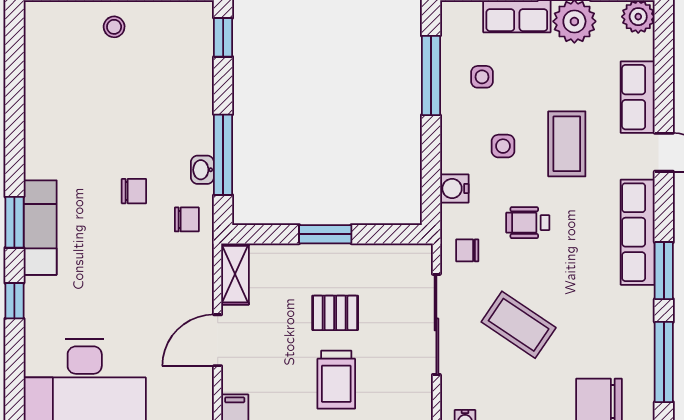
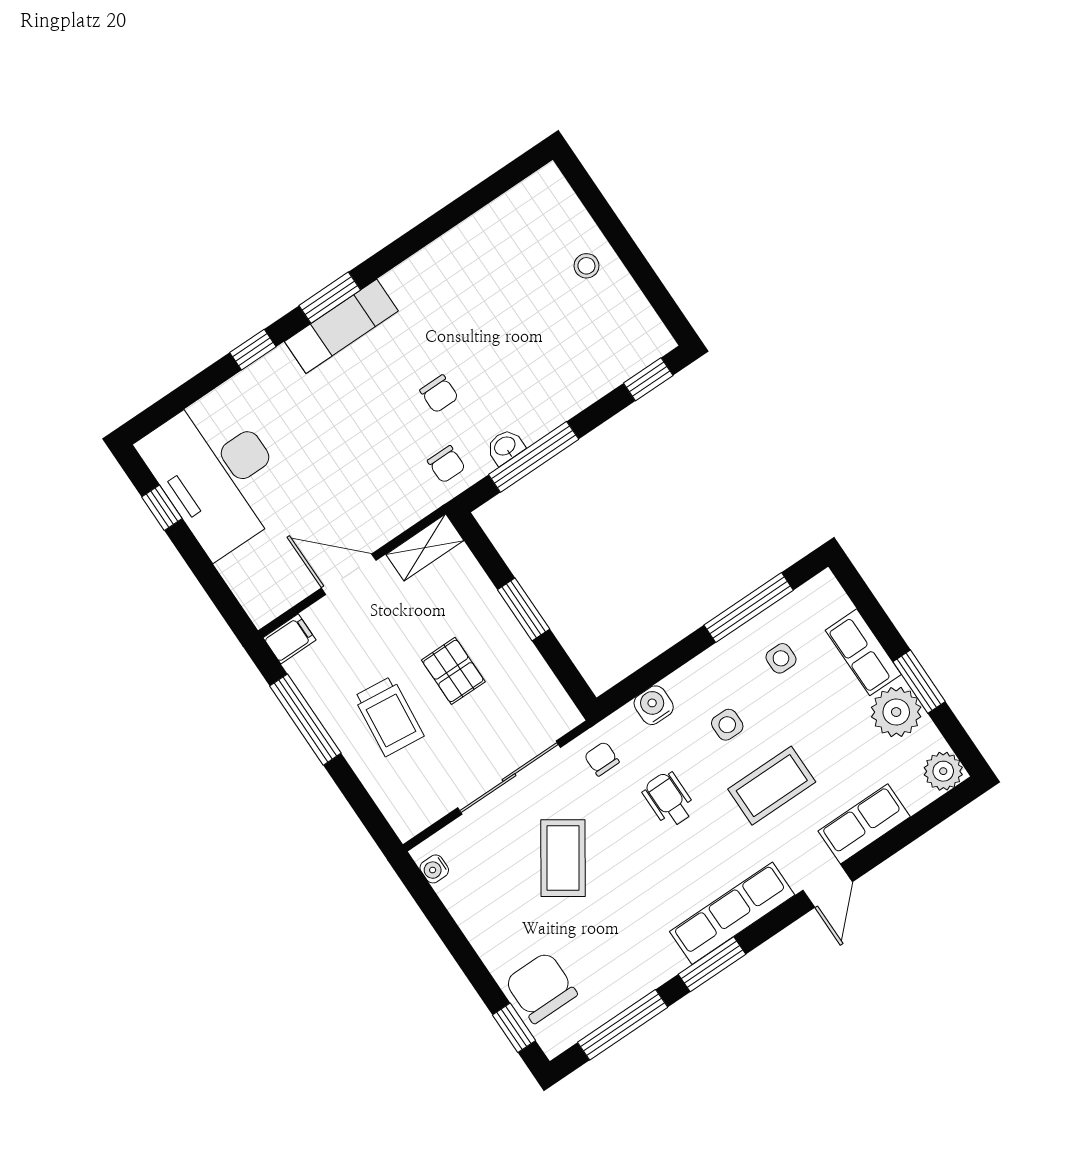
trolley: (336, 380) -> (389, 716), turned -84

